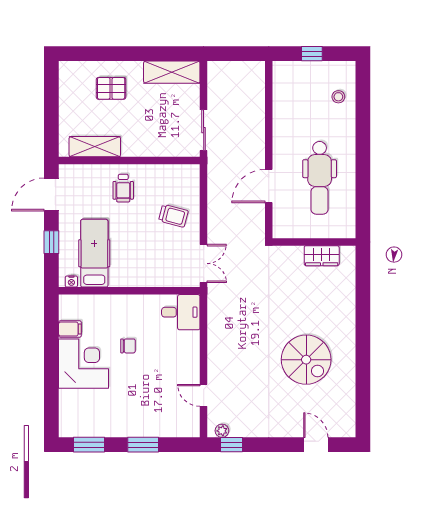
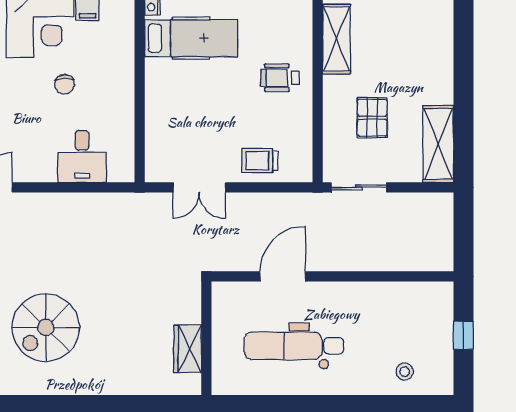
pallet: (111, 88) -> (372, 118), moved
door: (269, 186) -> (283, 276), hinge flipped
trolley: (173, 216) -> (260, 161), moved, turned 75
double door: (204, 263) -> (199, 187), moved
desk: (181, 312) -> (82, 156), moved

